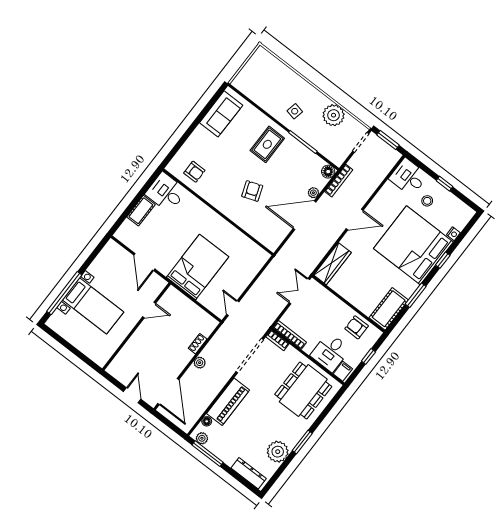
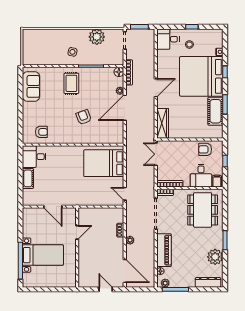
bed: (198, 267) -> (104, 163), moved, turned -90
cot: (389, 309) -> (215, 111), moved

